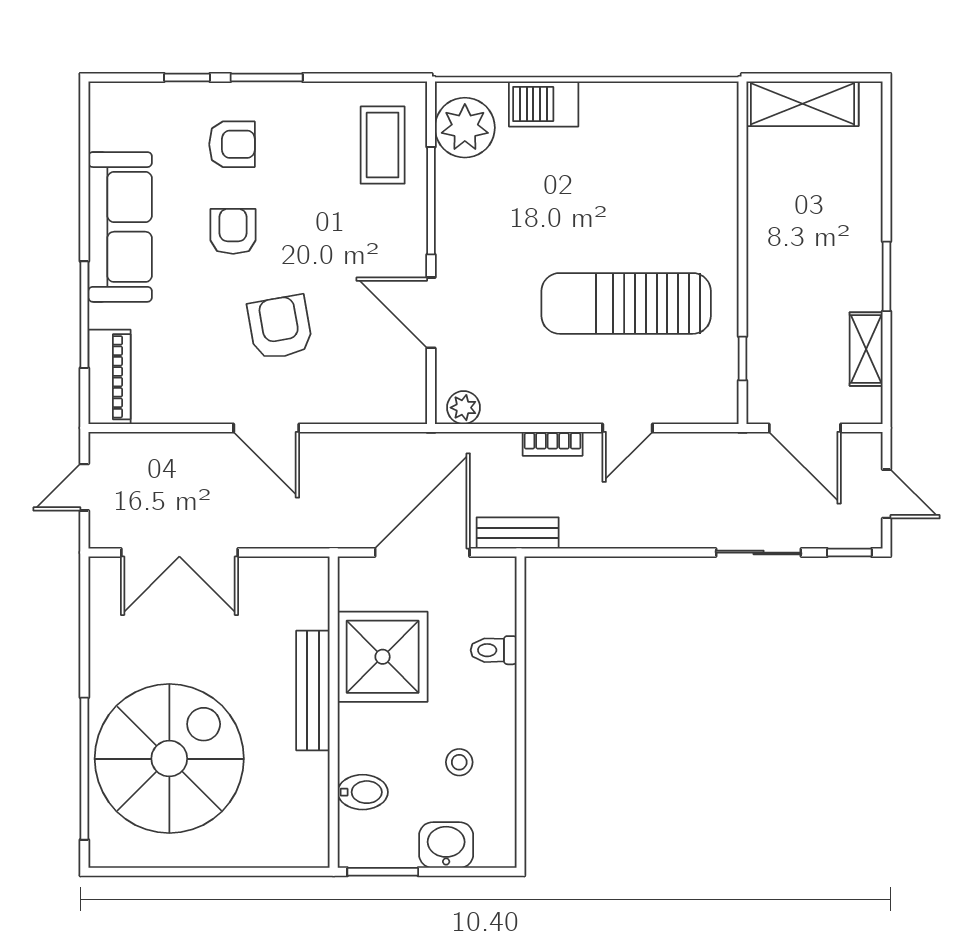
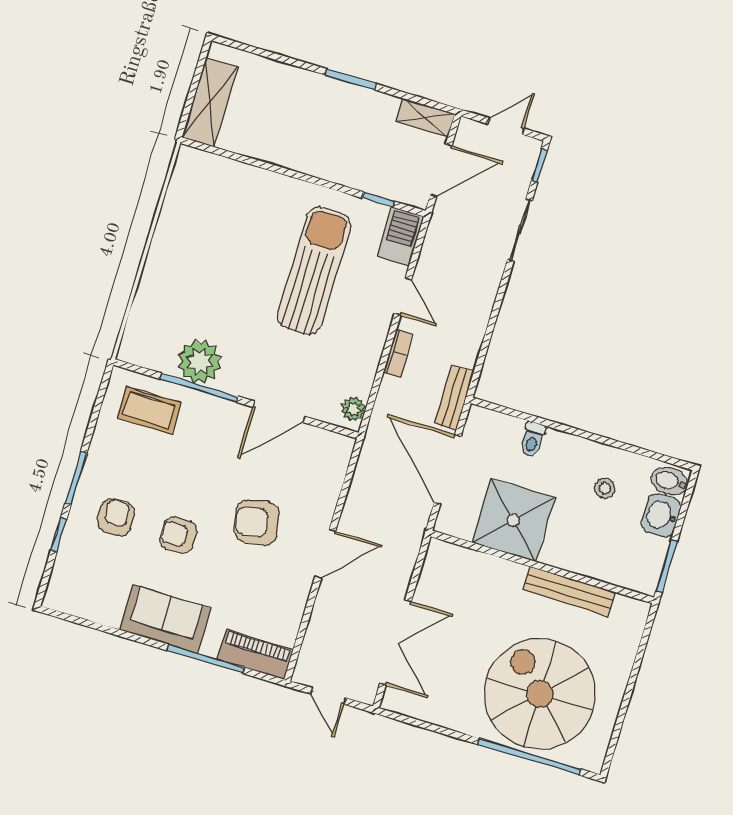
barbecue: (544, 104) -> (401, 236), moved, turned 180
plant: (465, 128) -> (200, 361), moved
sofa: (120, 227) -> (165, 619), width x0.73
sun lounger: (626, 303) -> (314, 271), turned 180
shelving: (866, 349) -> (425, 118), moved
bench: (313, 690) -> (569, 591), moved
bidet: (363, 792) -> (670, 481), moved, turned -90

